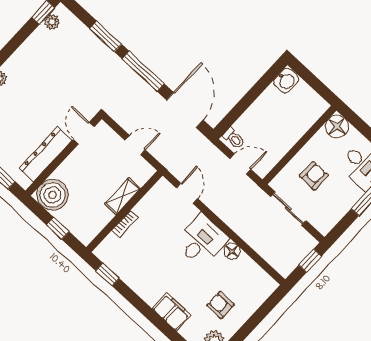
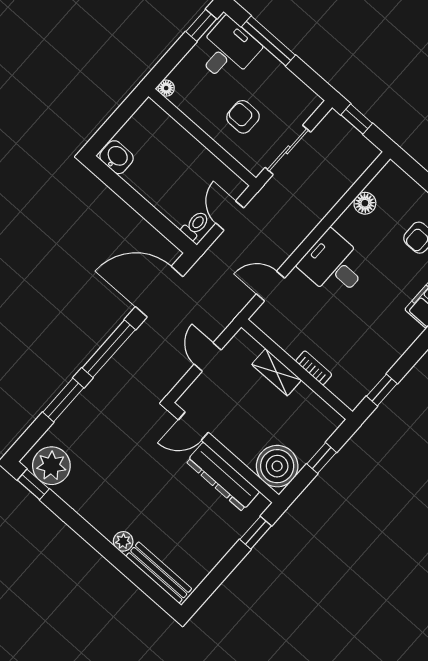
plant: (52, 22) -> (51, 466), width x1.87, depth x1.87
floor lamp: (337, 126) -> (166, 88), width x0.53, depth x0.53
floor lamp: (232, 251) -> (365, 203), moved

